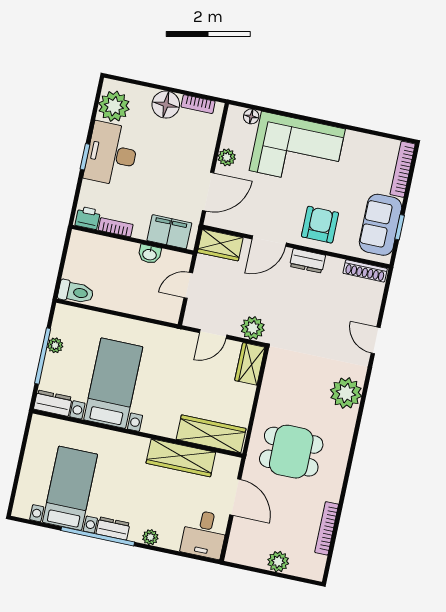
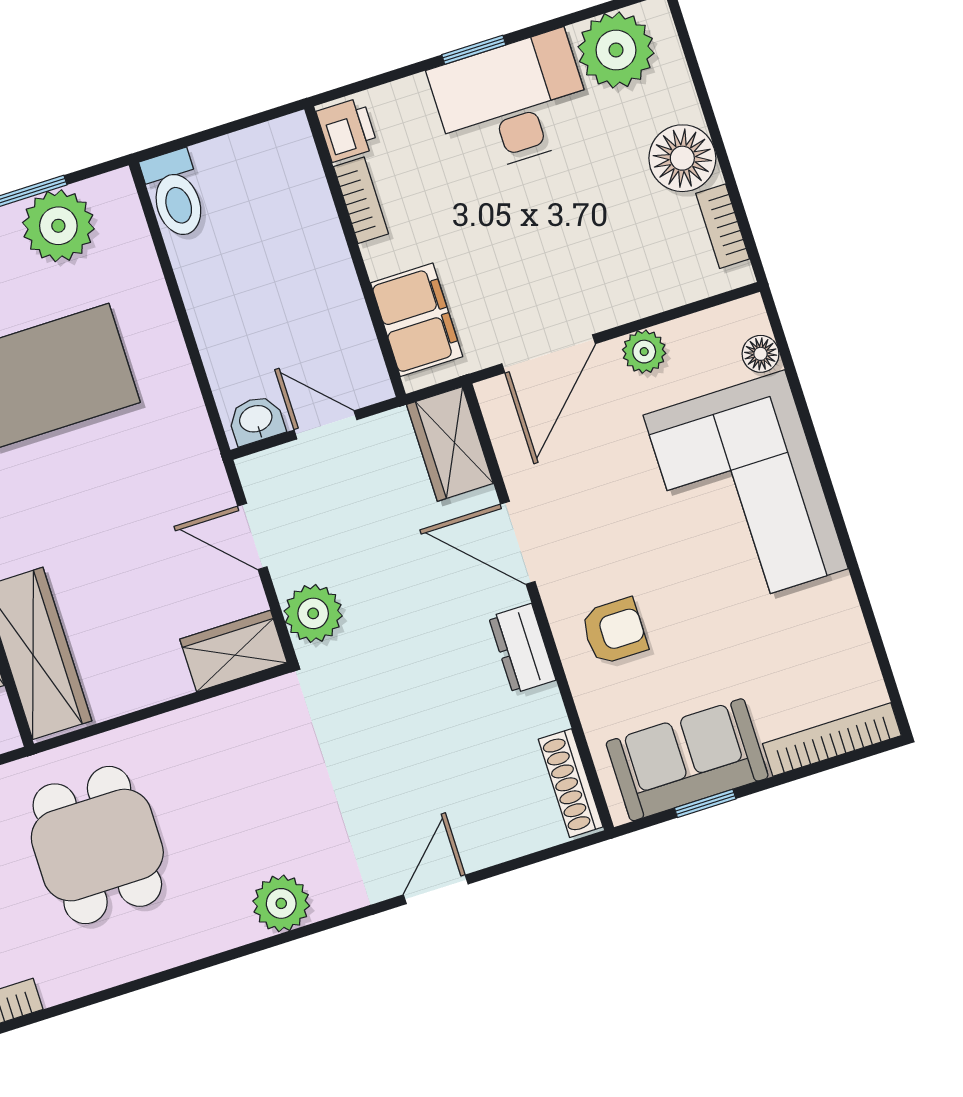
door: (208, 192) -> (549, 354), hinge flipped
armchair: (320, 225) -> (614, 631), width x0.72, depth x0.72
washbasin: (150, 254) -> (256, 420), moved, turned 90
plant: (55, 345) -> (58, 226), width x1.88, depth x1.88
plant: (346, 393) -> (281, 903), width x0.73, depth x0.73

